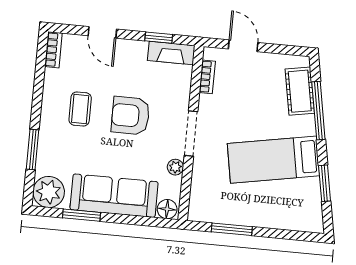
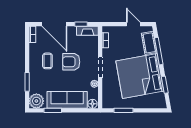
door: (102, 32) -> (54, 24), width x1.87
door: (243, 46) -> (133, 24), moved
bed: (273, 160) -> (140, 76), width x2.04

